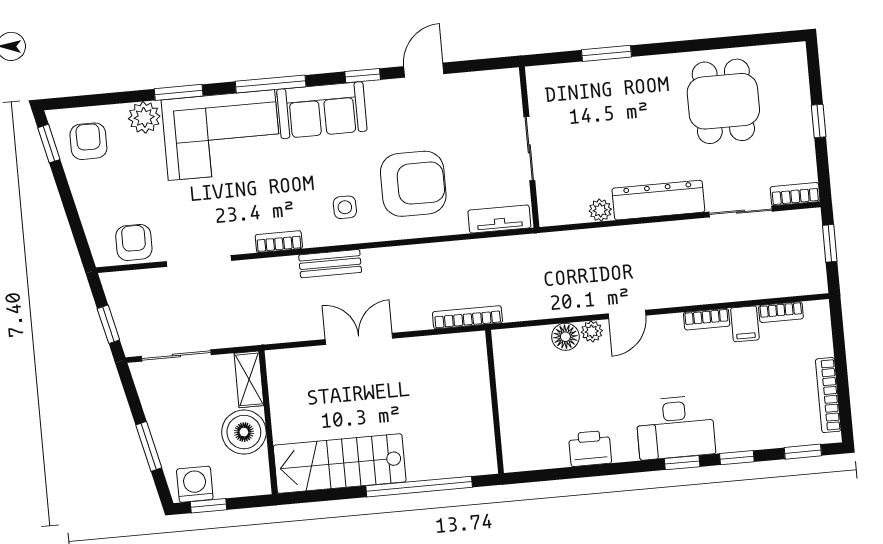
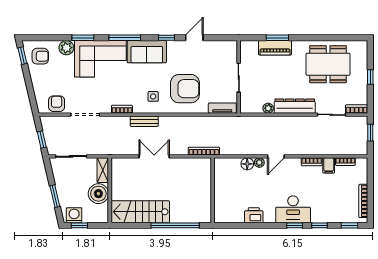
piano: (603, 76) -> (275, 48), added
dining table: (723, 101) -> (328, 64), width x1.37
armchair: (88, 141) -> (40, 56), turned 90

